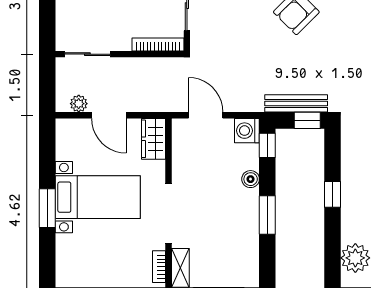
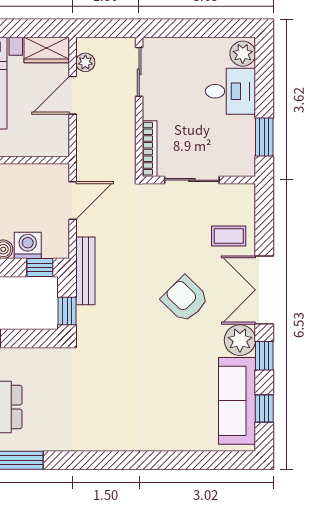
bench: (296, 103) -> (85, 271), moved
washing machine: (247, 131) -> (28, 245), moved
wardrobe: (154, 139) -> (47, 50), moved, turned 180

